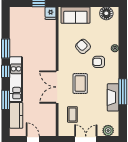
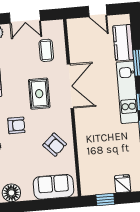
fridge: (51, 13) -> (123, 184), moved
armchair: (83, 46) -> (55, 145), moved

